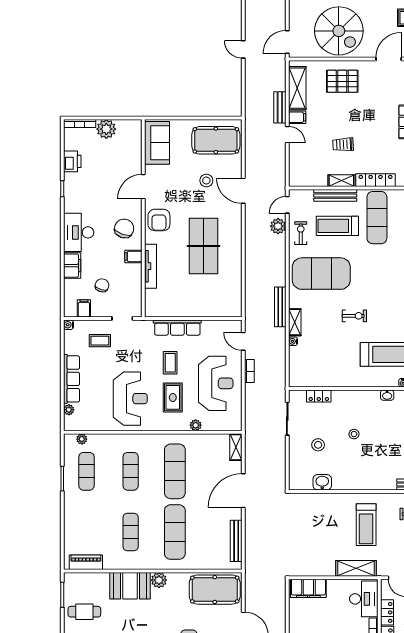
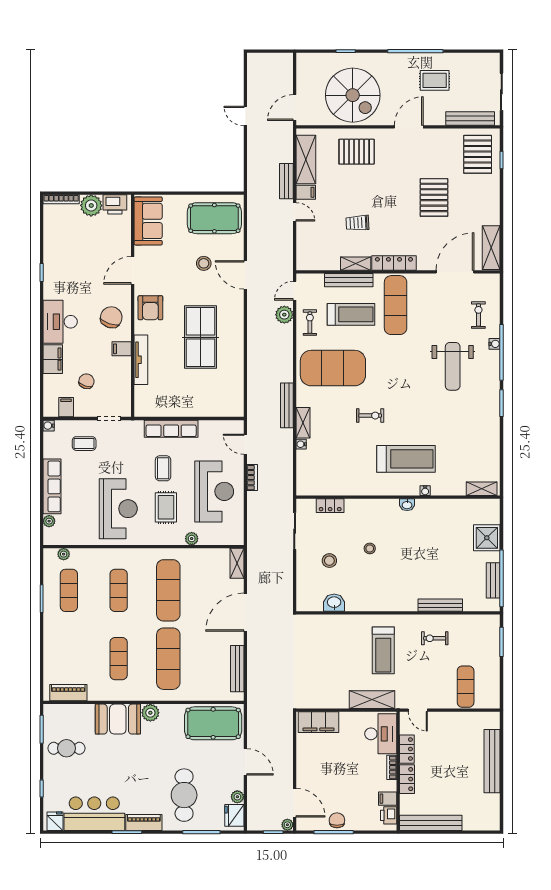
printer: (72, 161) -> (115, 204), moved, turned 90
treadmill: (337, 226) -> (351, 314), turned 180

